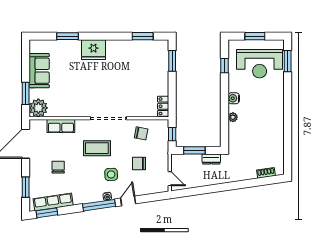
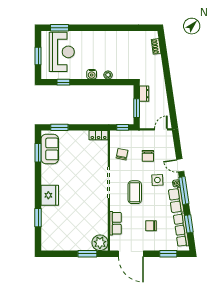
sofa: (39, 71) -> (50, 149), moved, turned 90
row of seats: (87, 196) -> (176, 200), added
window: (47, 213) -> (189, 224), moved

